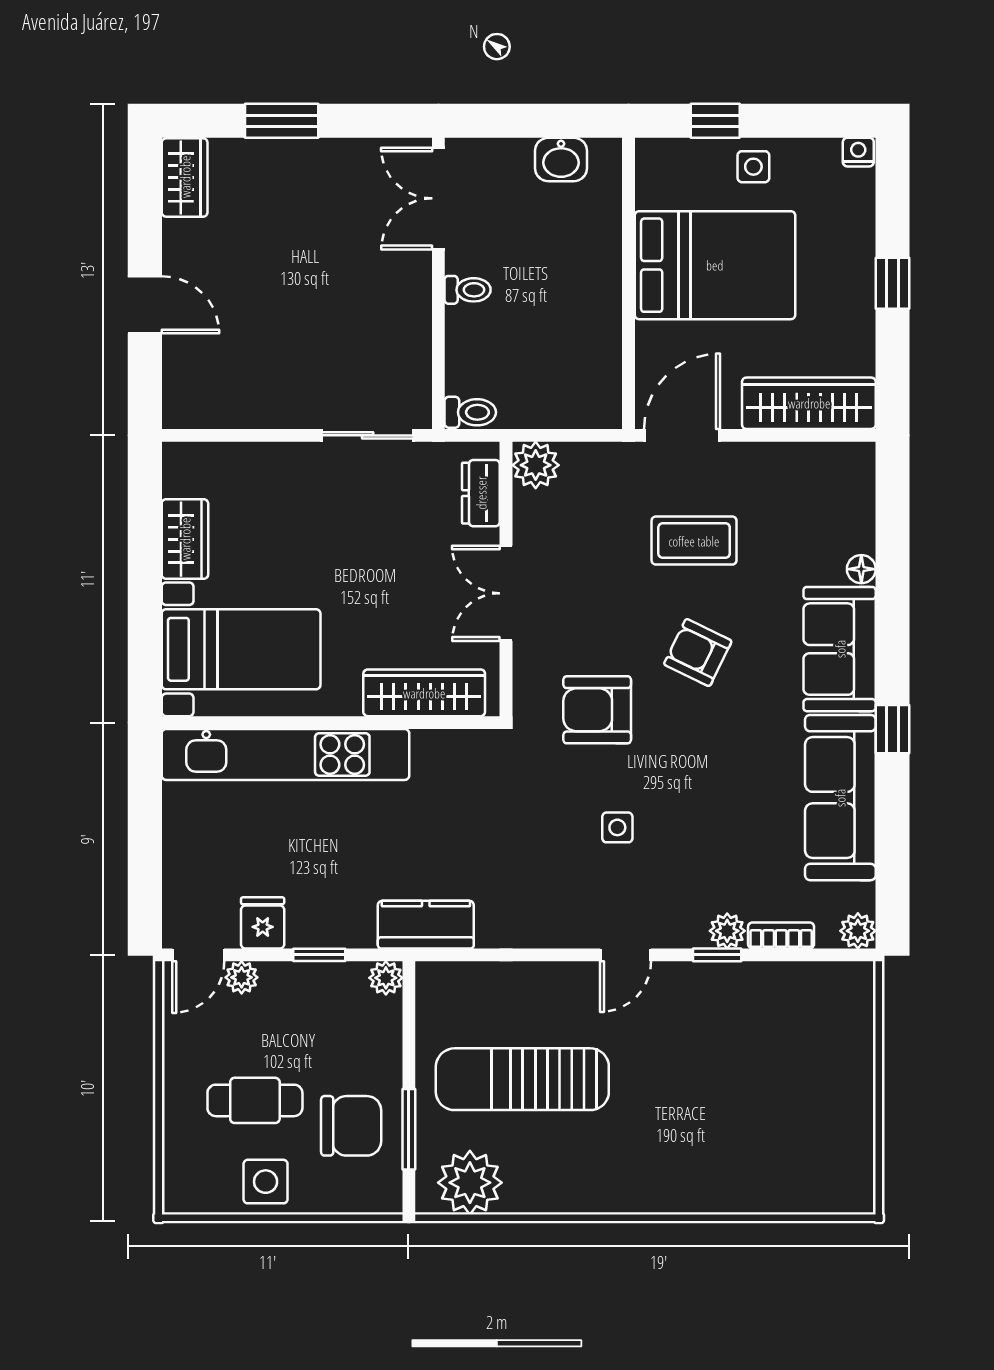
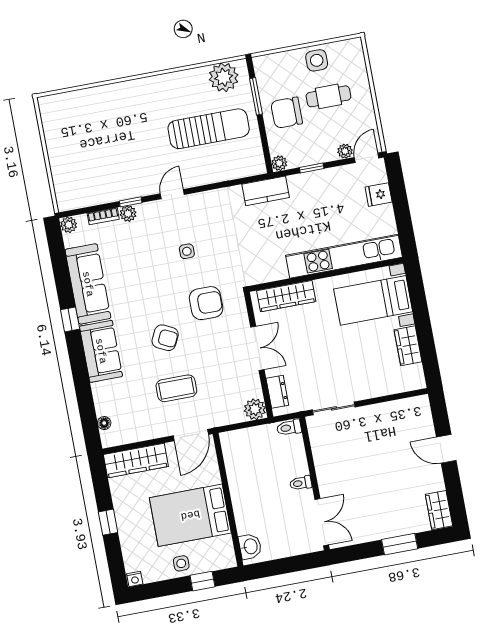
washbasin: (561, 159) -> (250, 546), moved, turned 90
floor lamp: (861, 569) -> (104, 423), moved
fridge: (263, 923) -> (379, 195), moved, turned 90
chair: (351, 1126) -> (287, 113), moved

